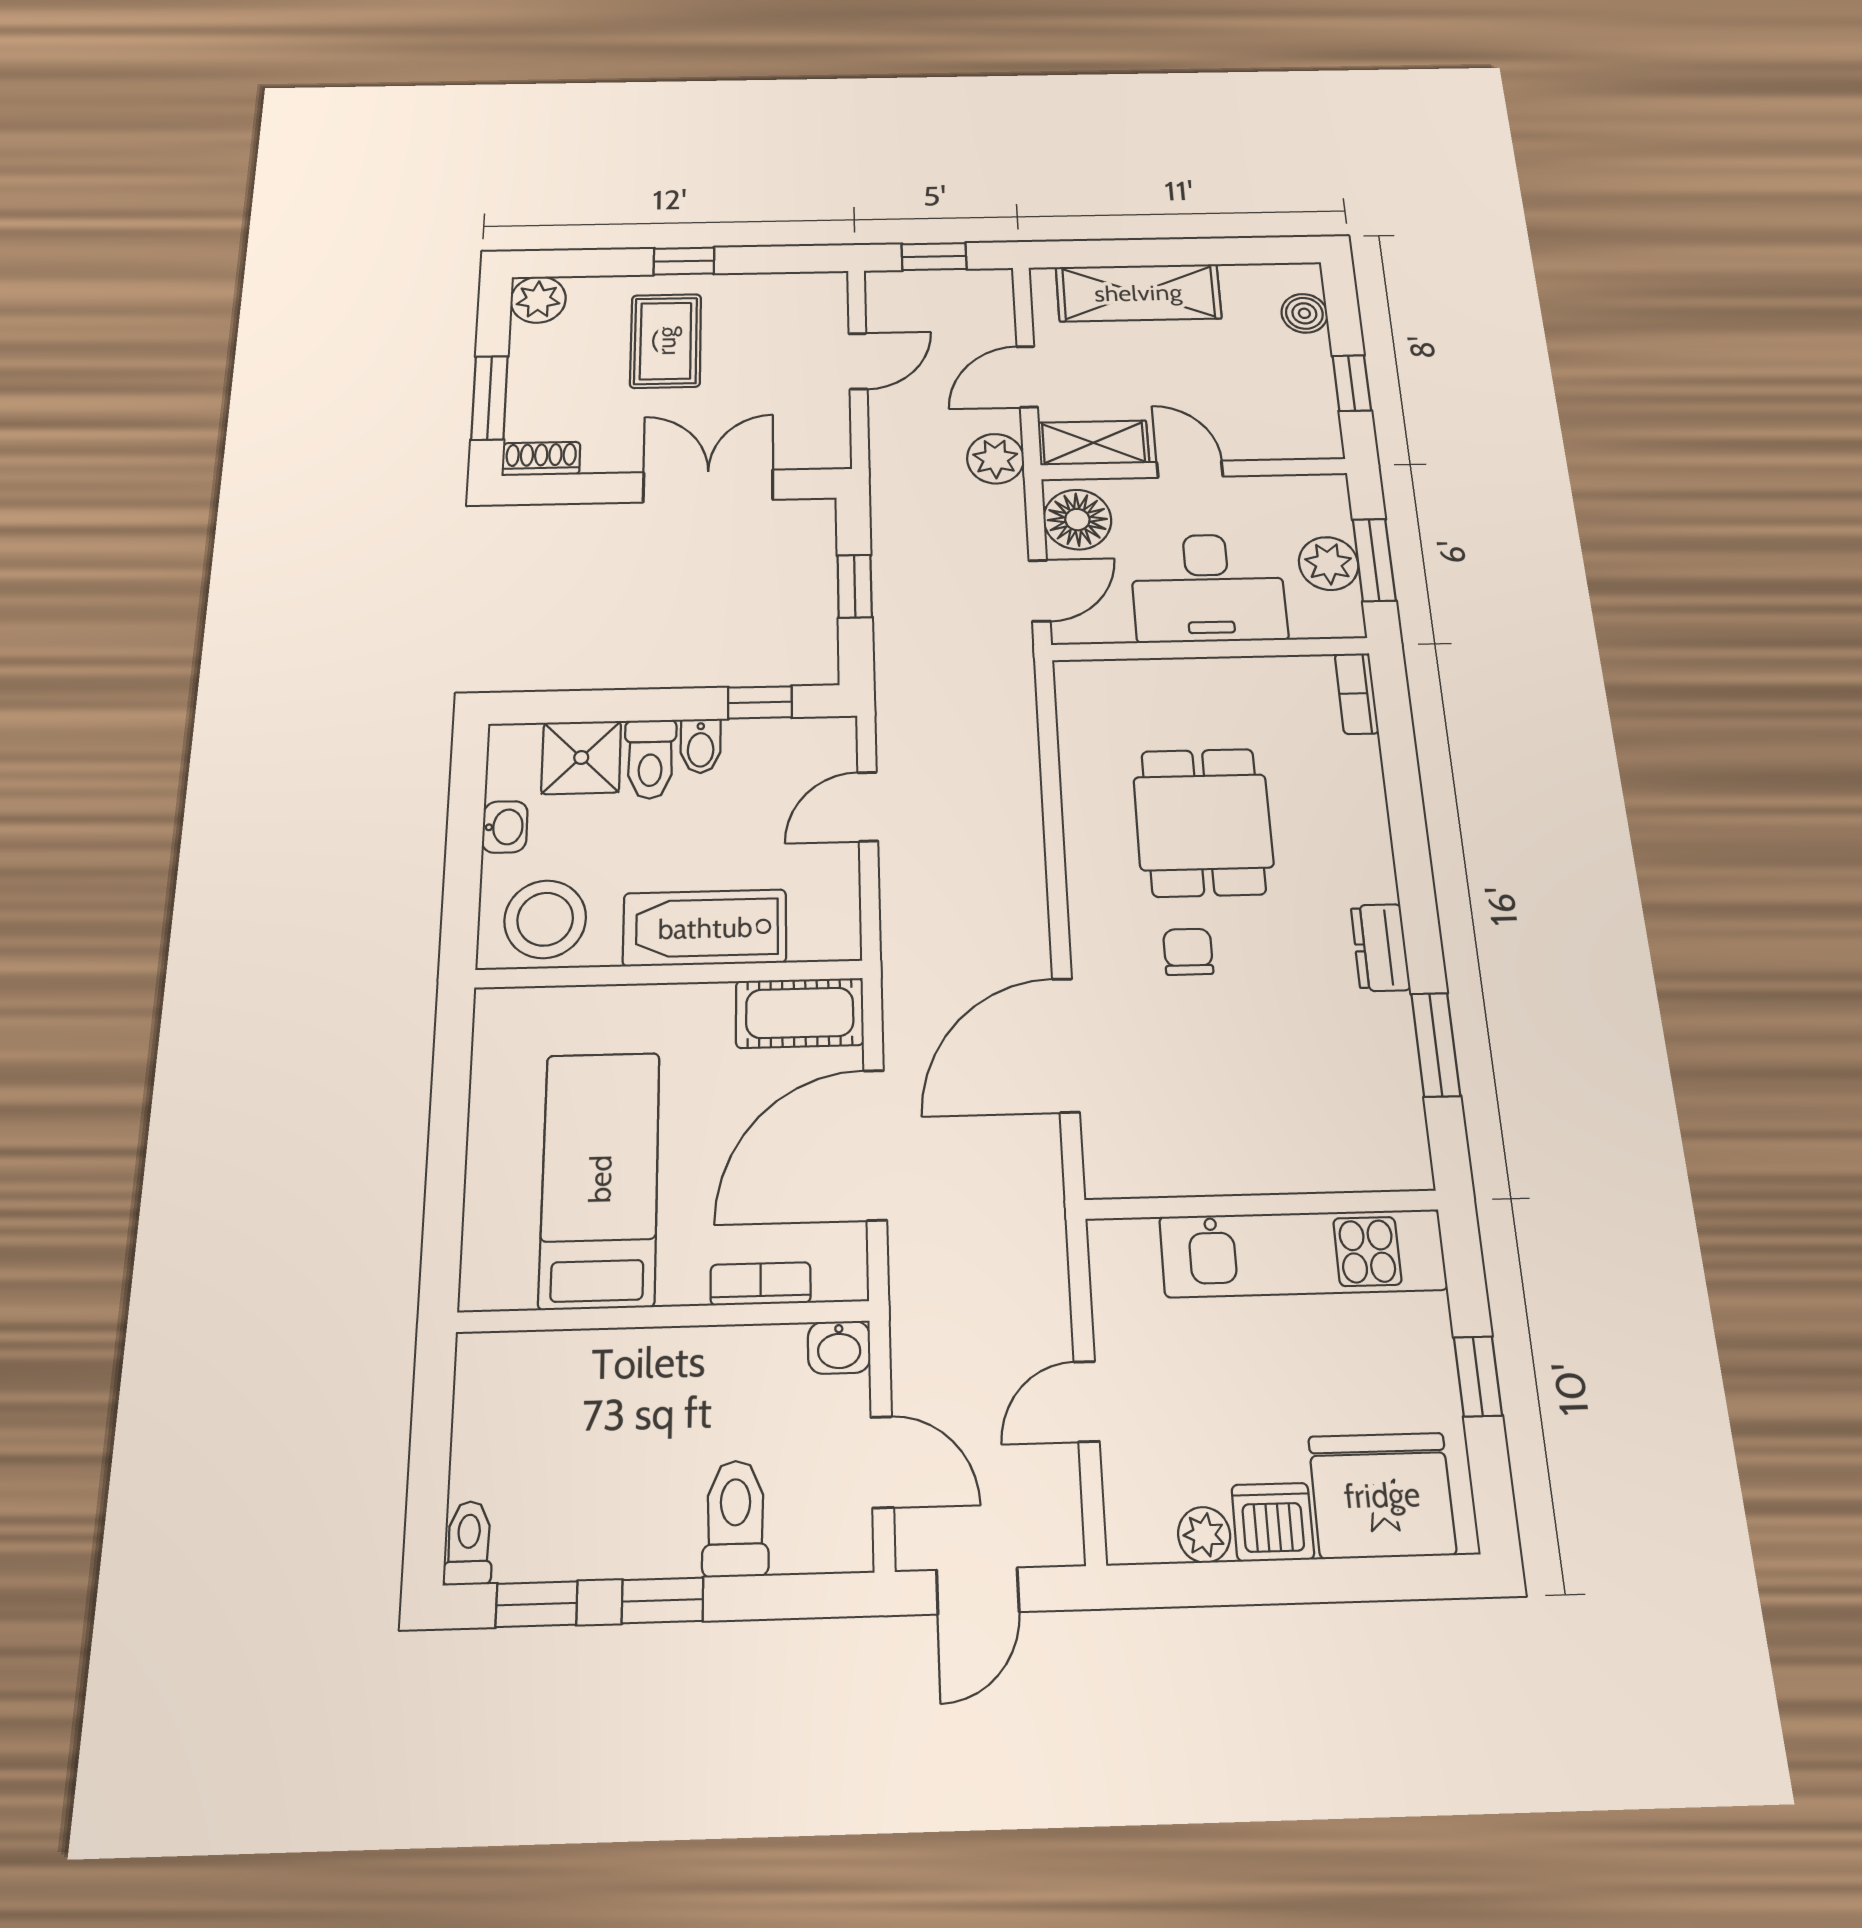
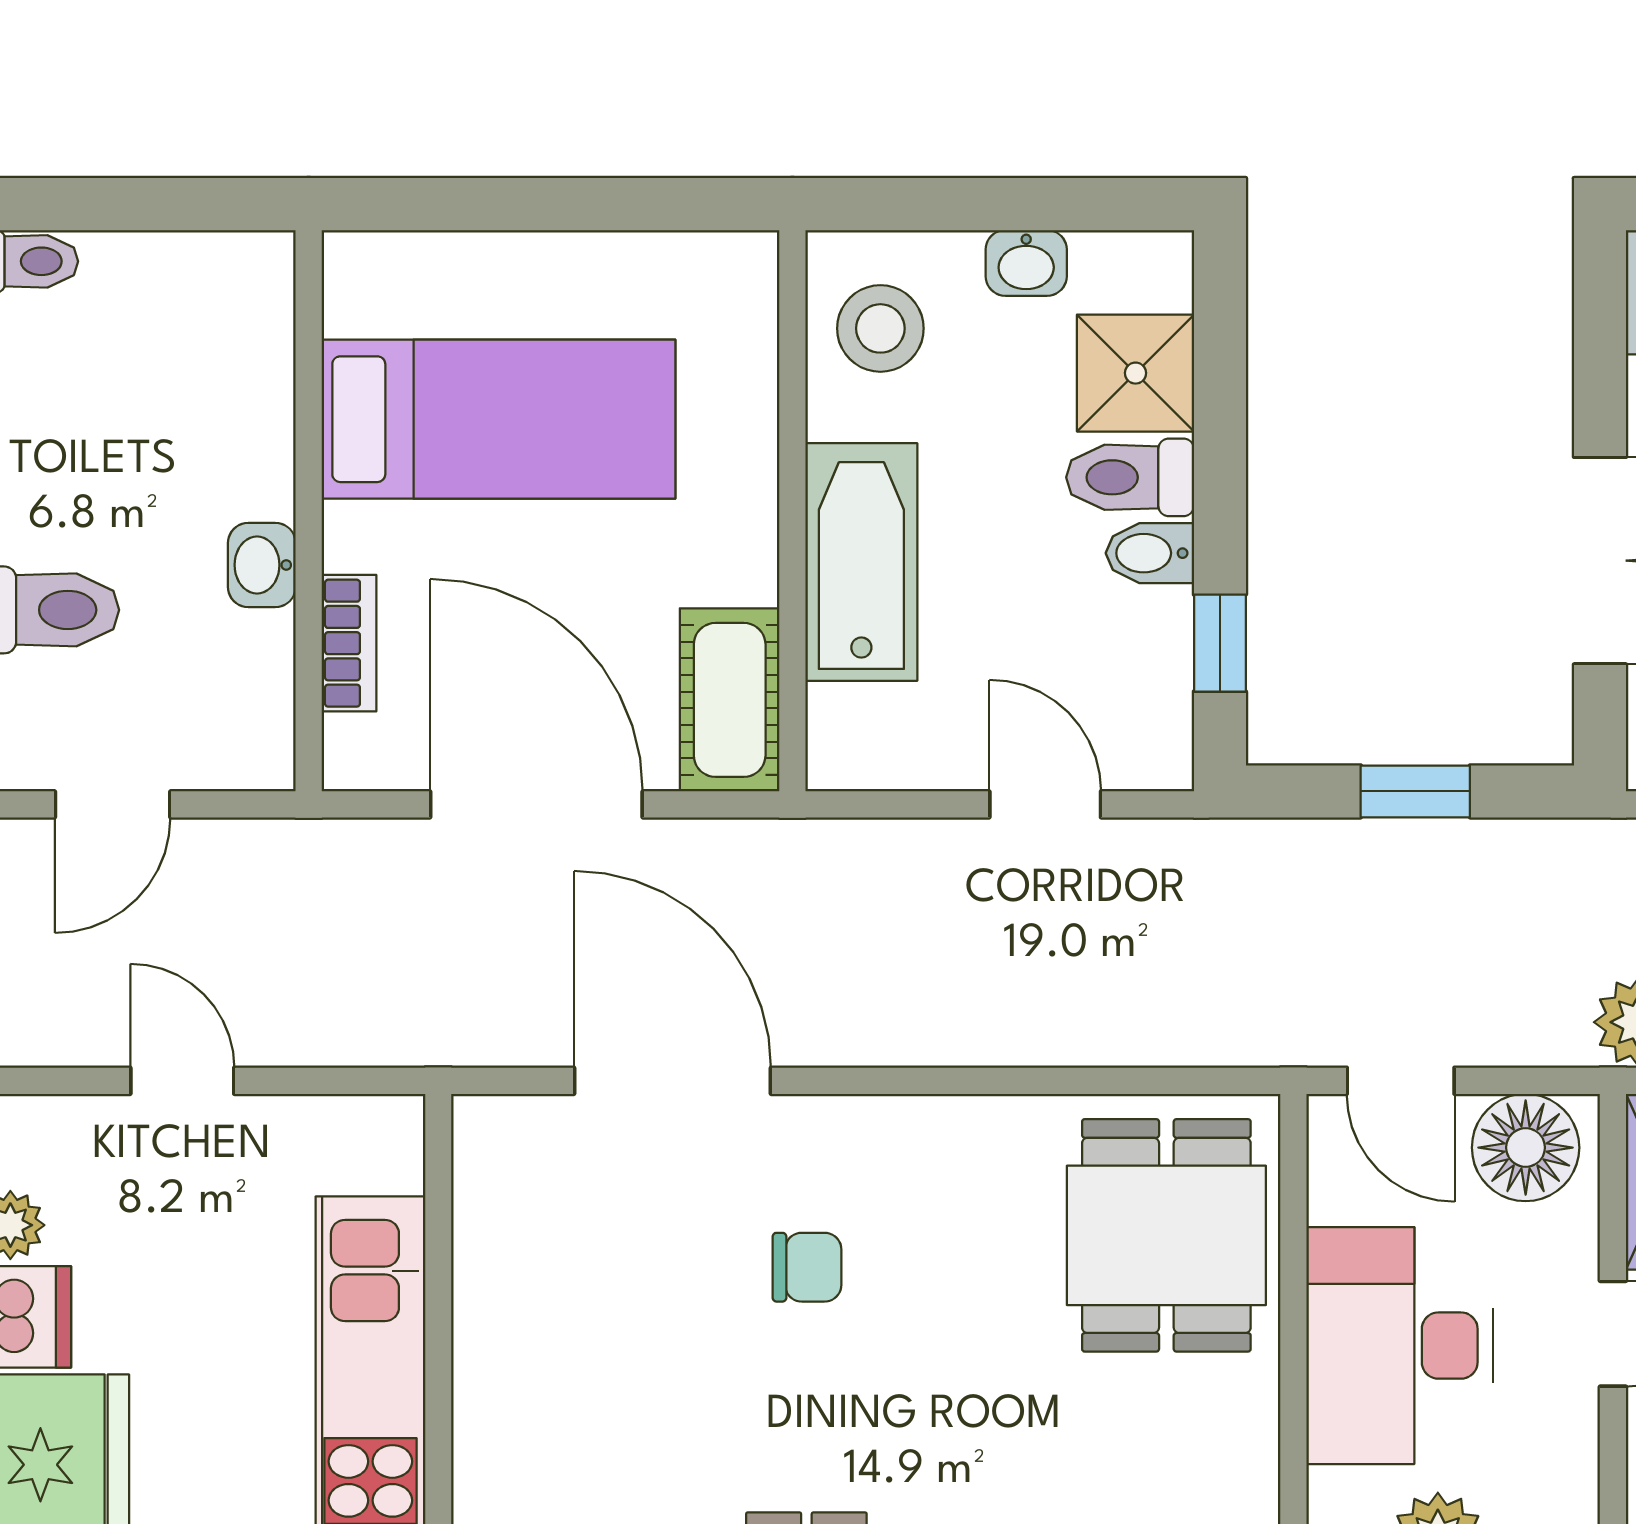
dining table: (1203, 822) -> (1166, 1235), moved, turned 90
stool: (545, 919) -> (880, 328), width x0.73, depth x0.73
washbasin: (839, 1347) -> (262, 565), moved

